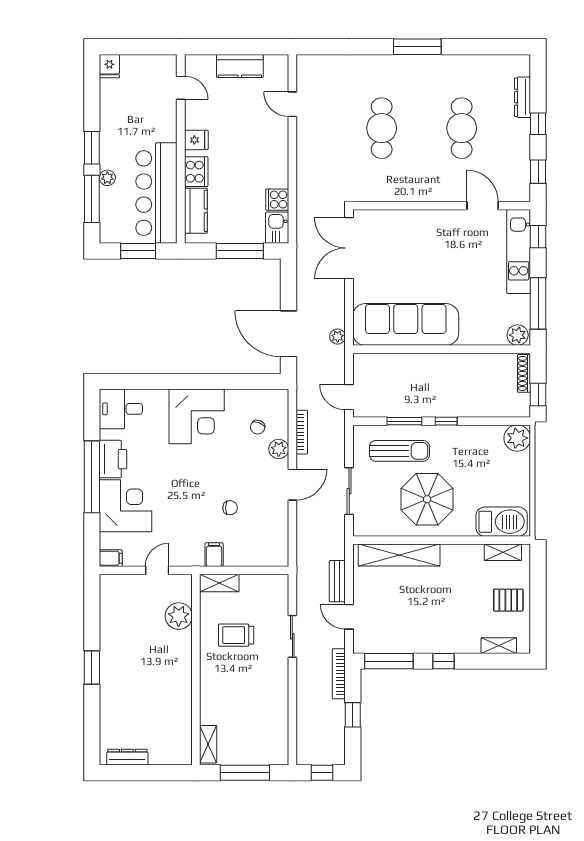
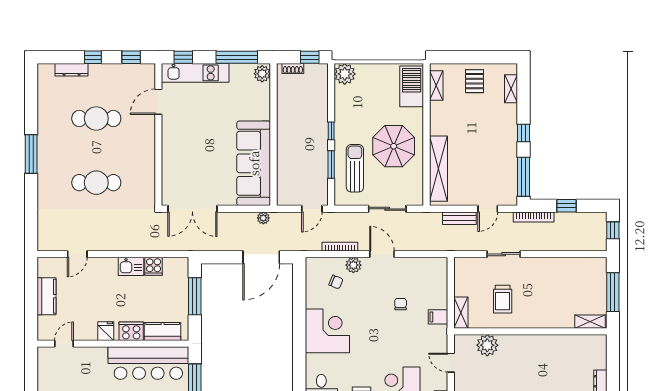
kitchen sink: (277, 228) -> (131, 266), moved
shoe rack: (524, 373) -> (293, 69), width x0.70

